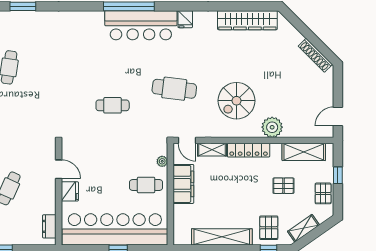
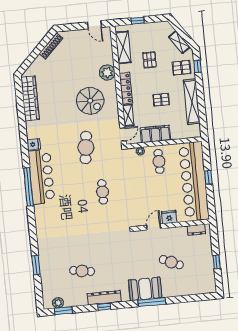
pallet: (323, 193) -> (161, 100), moved

